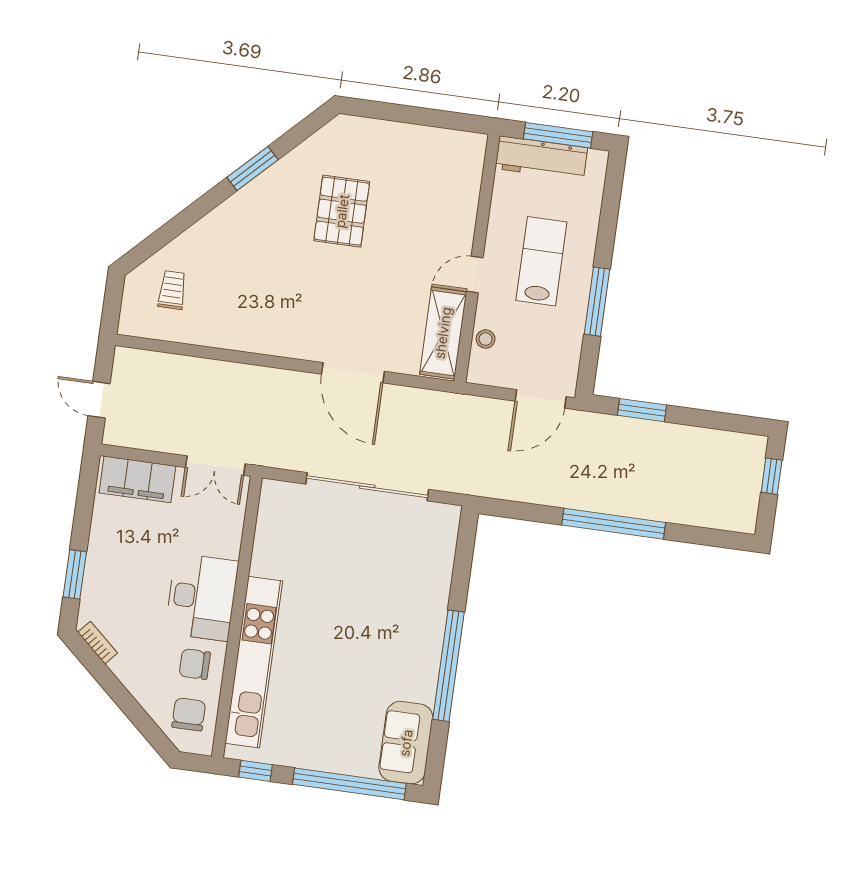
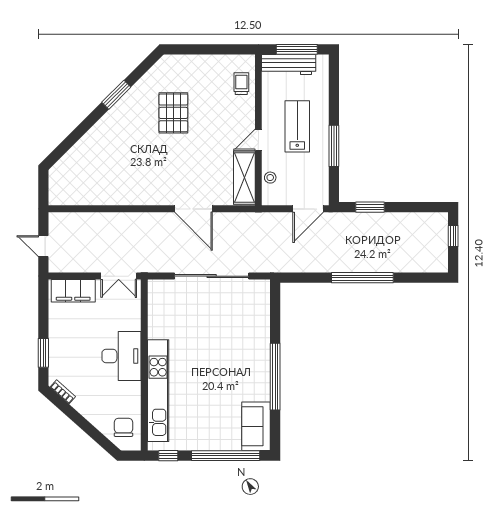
trolley: (172, 290) -> (241, 84), moved
chair: (195, 664) -> (123, 397), removed

